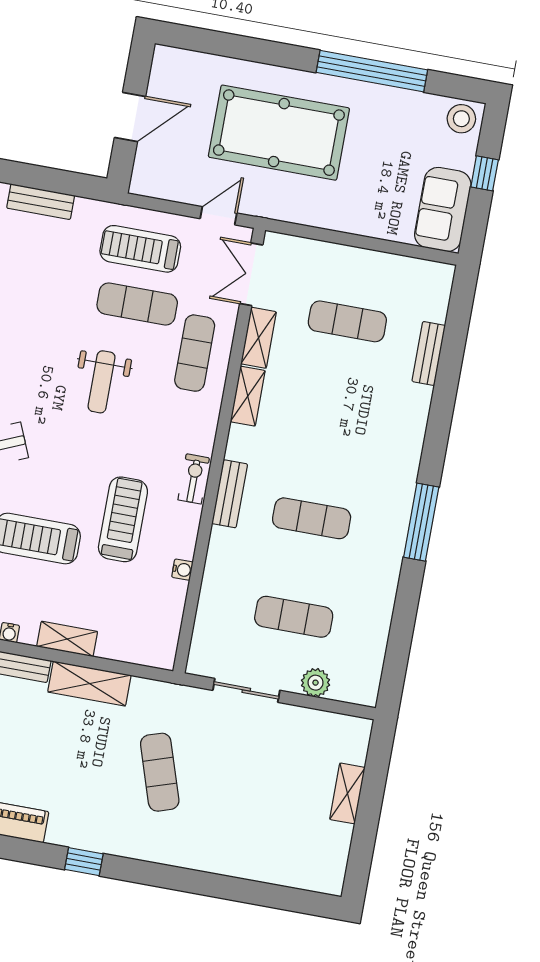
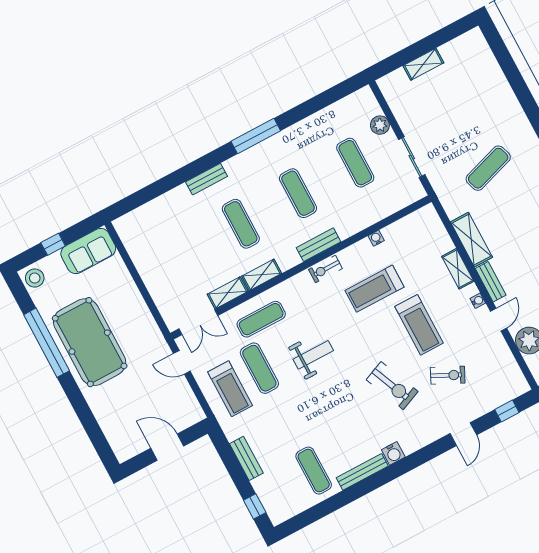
pool table: (279, 133) -> (90, 342), moved
exercise mat: (347, 321) -> (241, 224), moved
bench: (429, 353) -> (206, 179), moved

